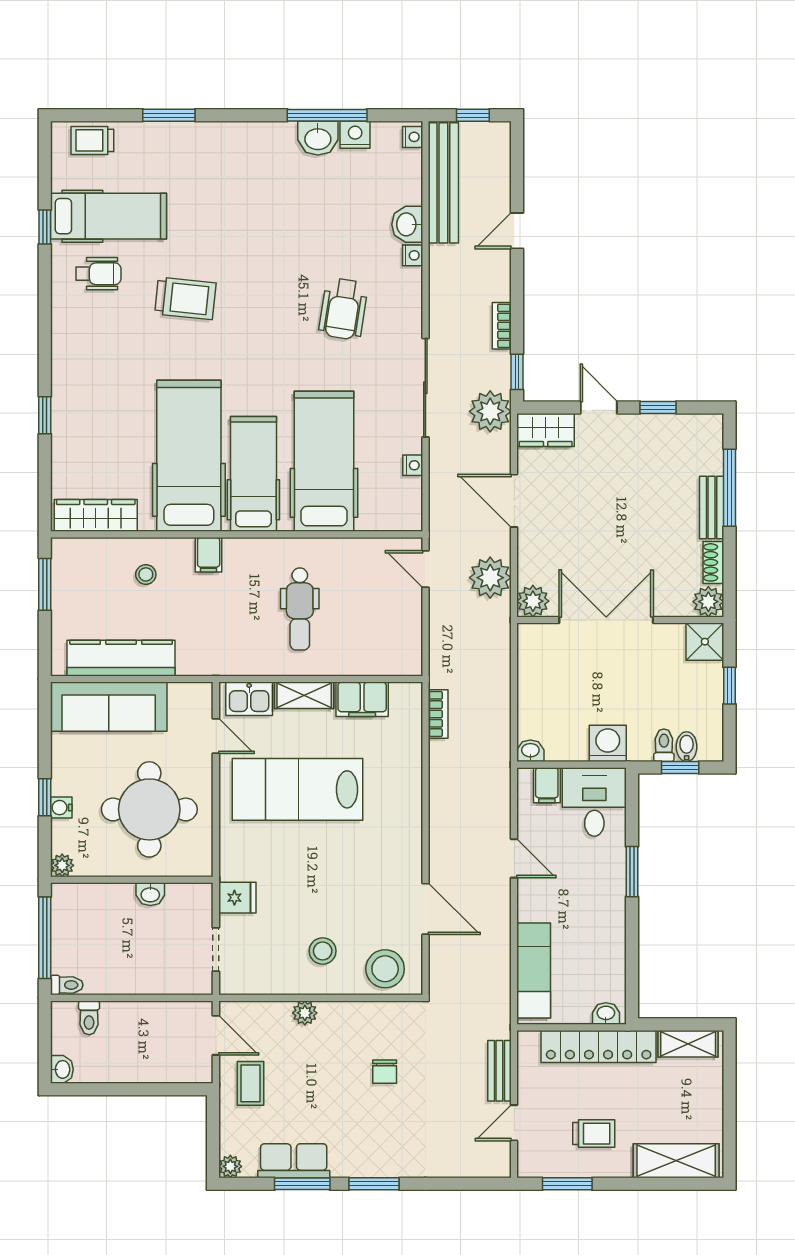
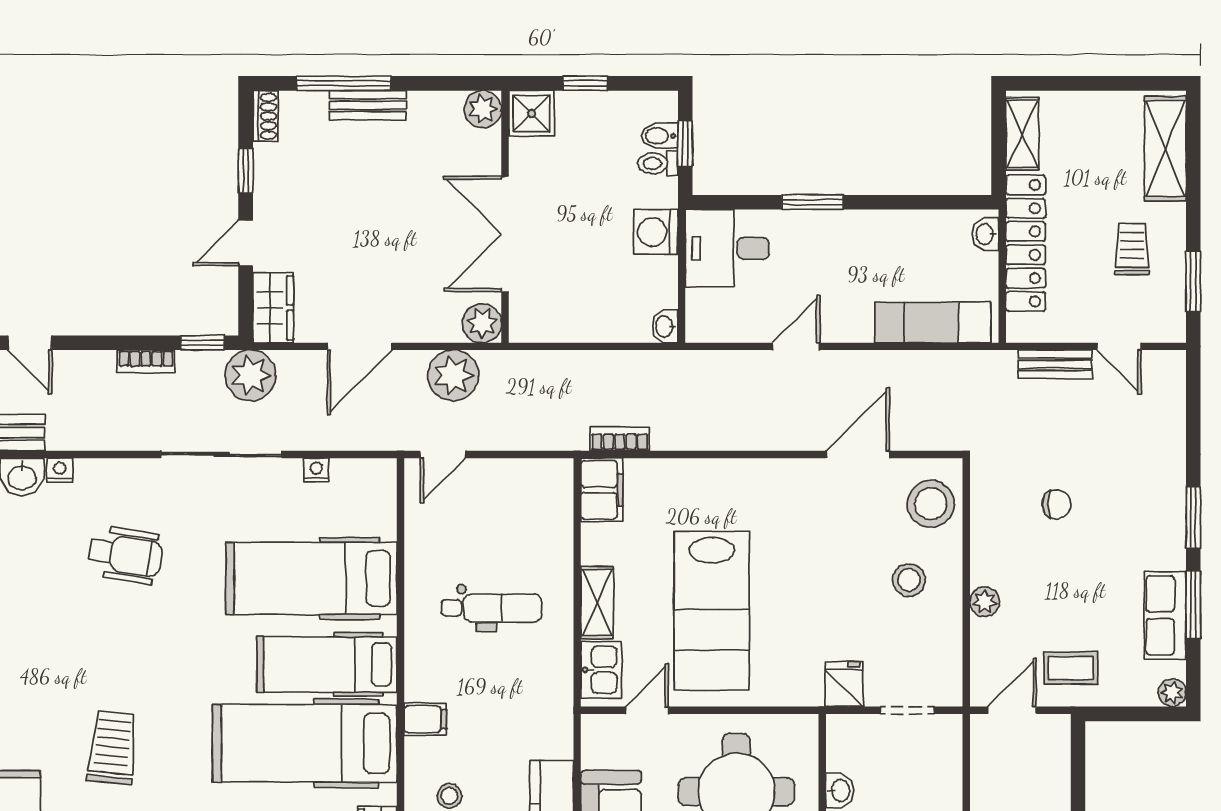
shoe rack: (713, 562) -> (265, 116), moved, turned -90
filing cabinet: (362, 699) -> (602, 490), moved
filing cabinet: (547, 785) -> (707, 306), removed

